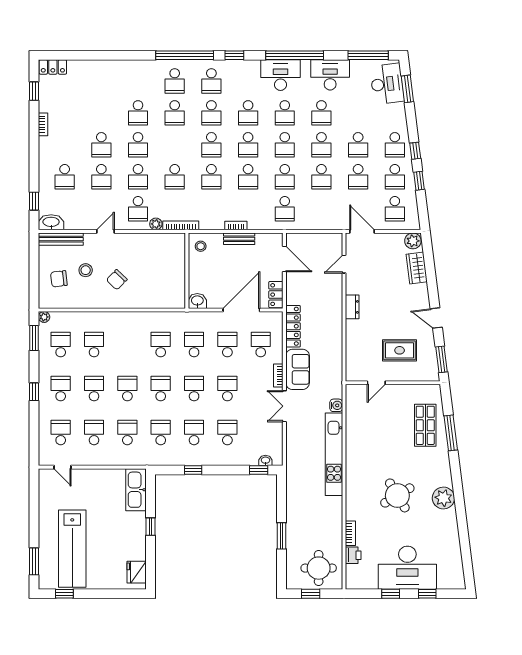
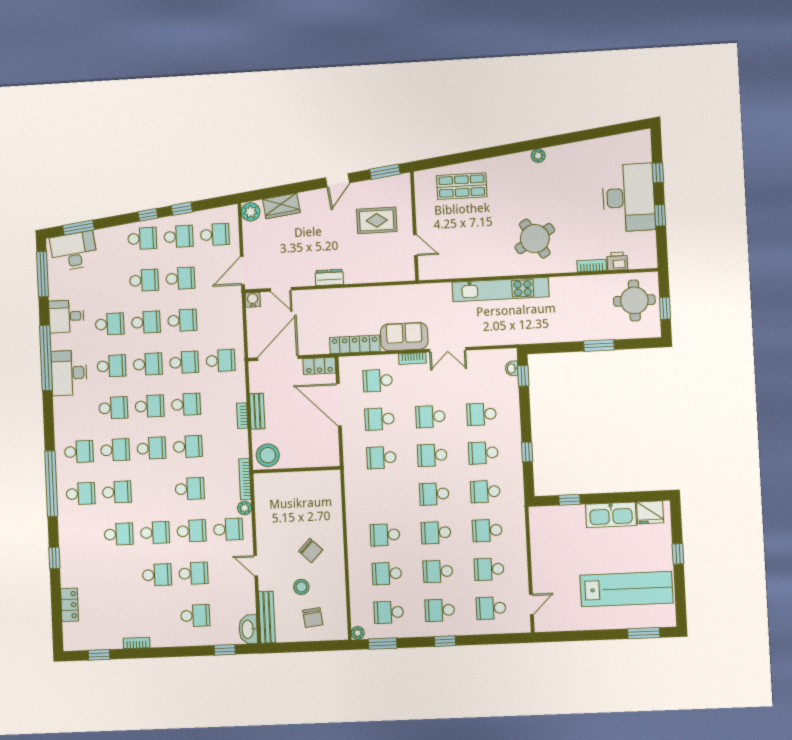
window: (234, 55) -> (54, 558), moved
locker: (53, 67) -> (70, 605), moved
desk: (330, 75) -> (66, 316), width x0.73
stool: (201, 246) -> (268, 455), width x1.89, depth x1.89
door: (284, 259) -> (278, 358), width x1.36
washbasin: (197, 301) -> (331, 456), removed
school desk: (161, 345) -> (385, 535), moved
rug: (400, 350) -> (377, 220), turned 90
water cooler: (336, 405) -> (253, 300), moved
window: (451, 433) -> (469, 156), removed
kitchen sink: (136, 490) -> (611, 515), moved
round table: (397, 495) -> (535, 239), moved
plant: (443, 498) -> (538, 156), width x0.53, depth x0.53
window: (151, 527) -> (570, 500), moved
window: (64, 594) -> (678, 554), moved

